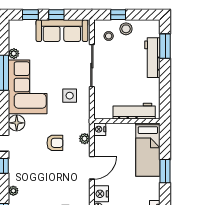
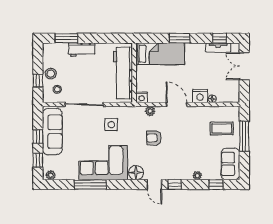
plant: (14, 54) -> (51, 175), moved
workbench: (152, 58) -> (82, 50), width x0.73
workbench: (134, 111) -> (123, 73), width x1.36, depth x1.32
armchair: (55, 143) -> (154, 138), turned -90

